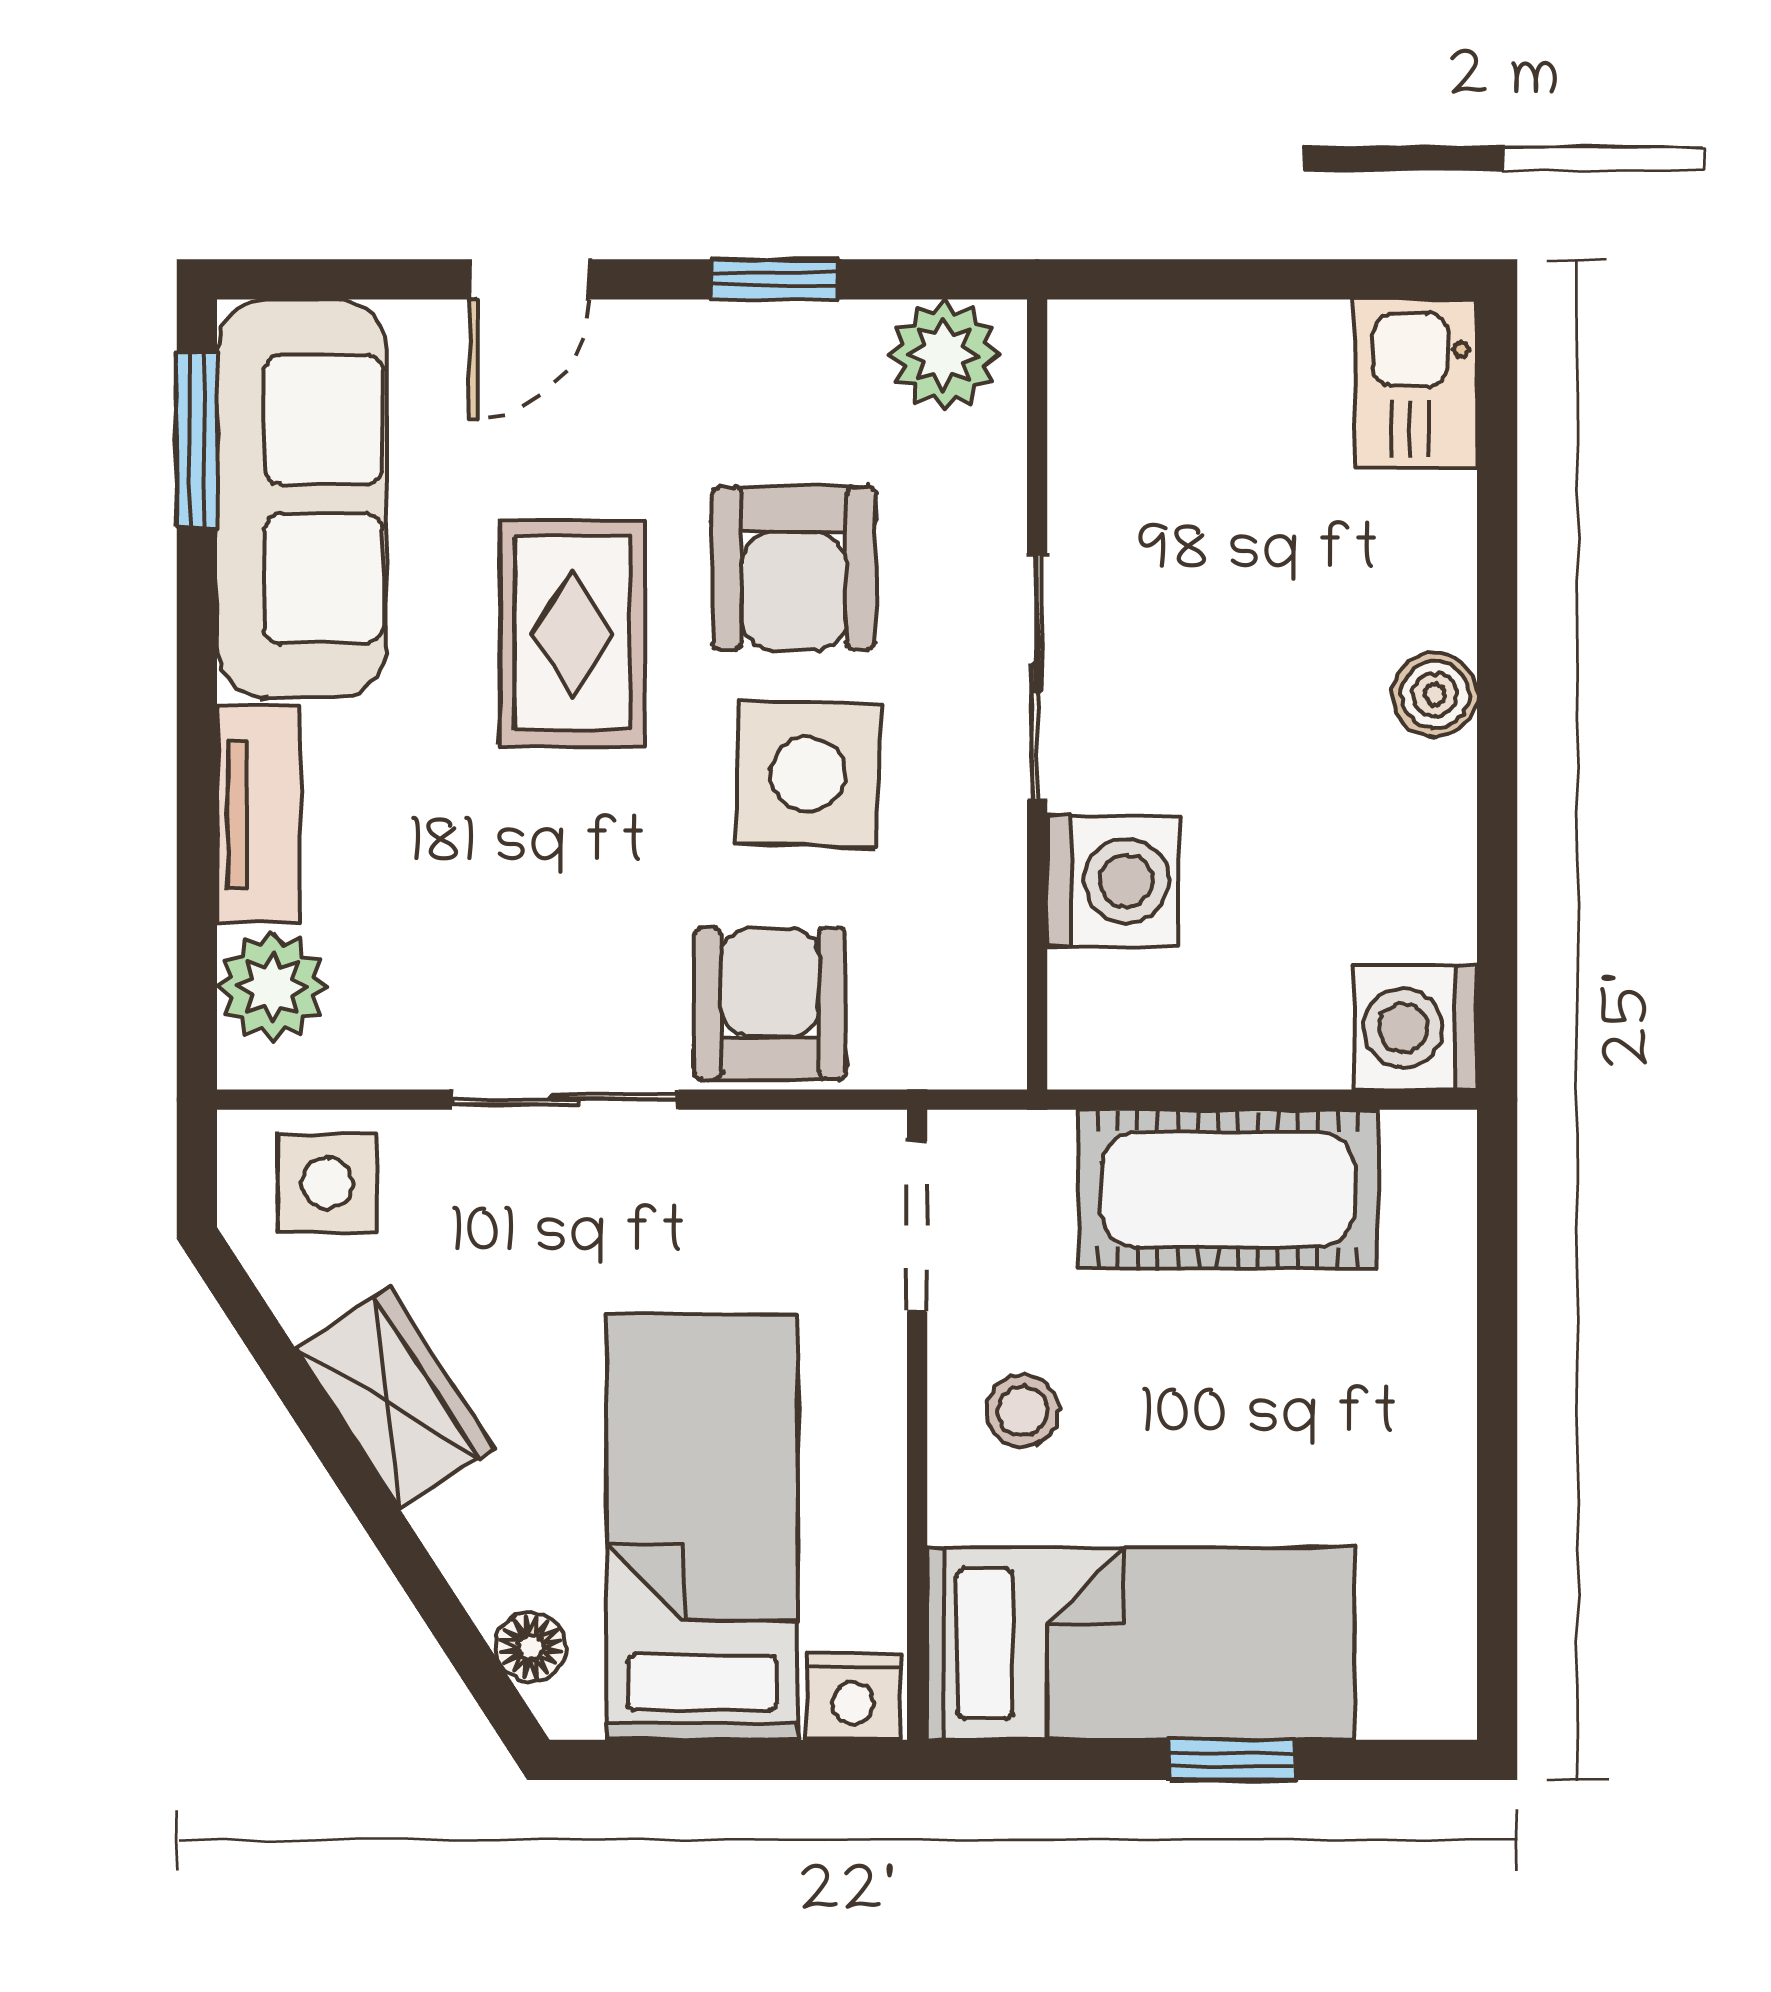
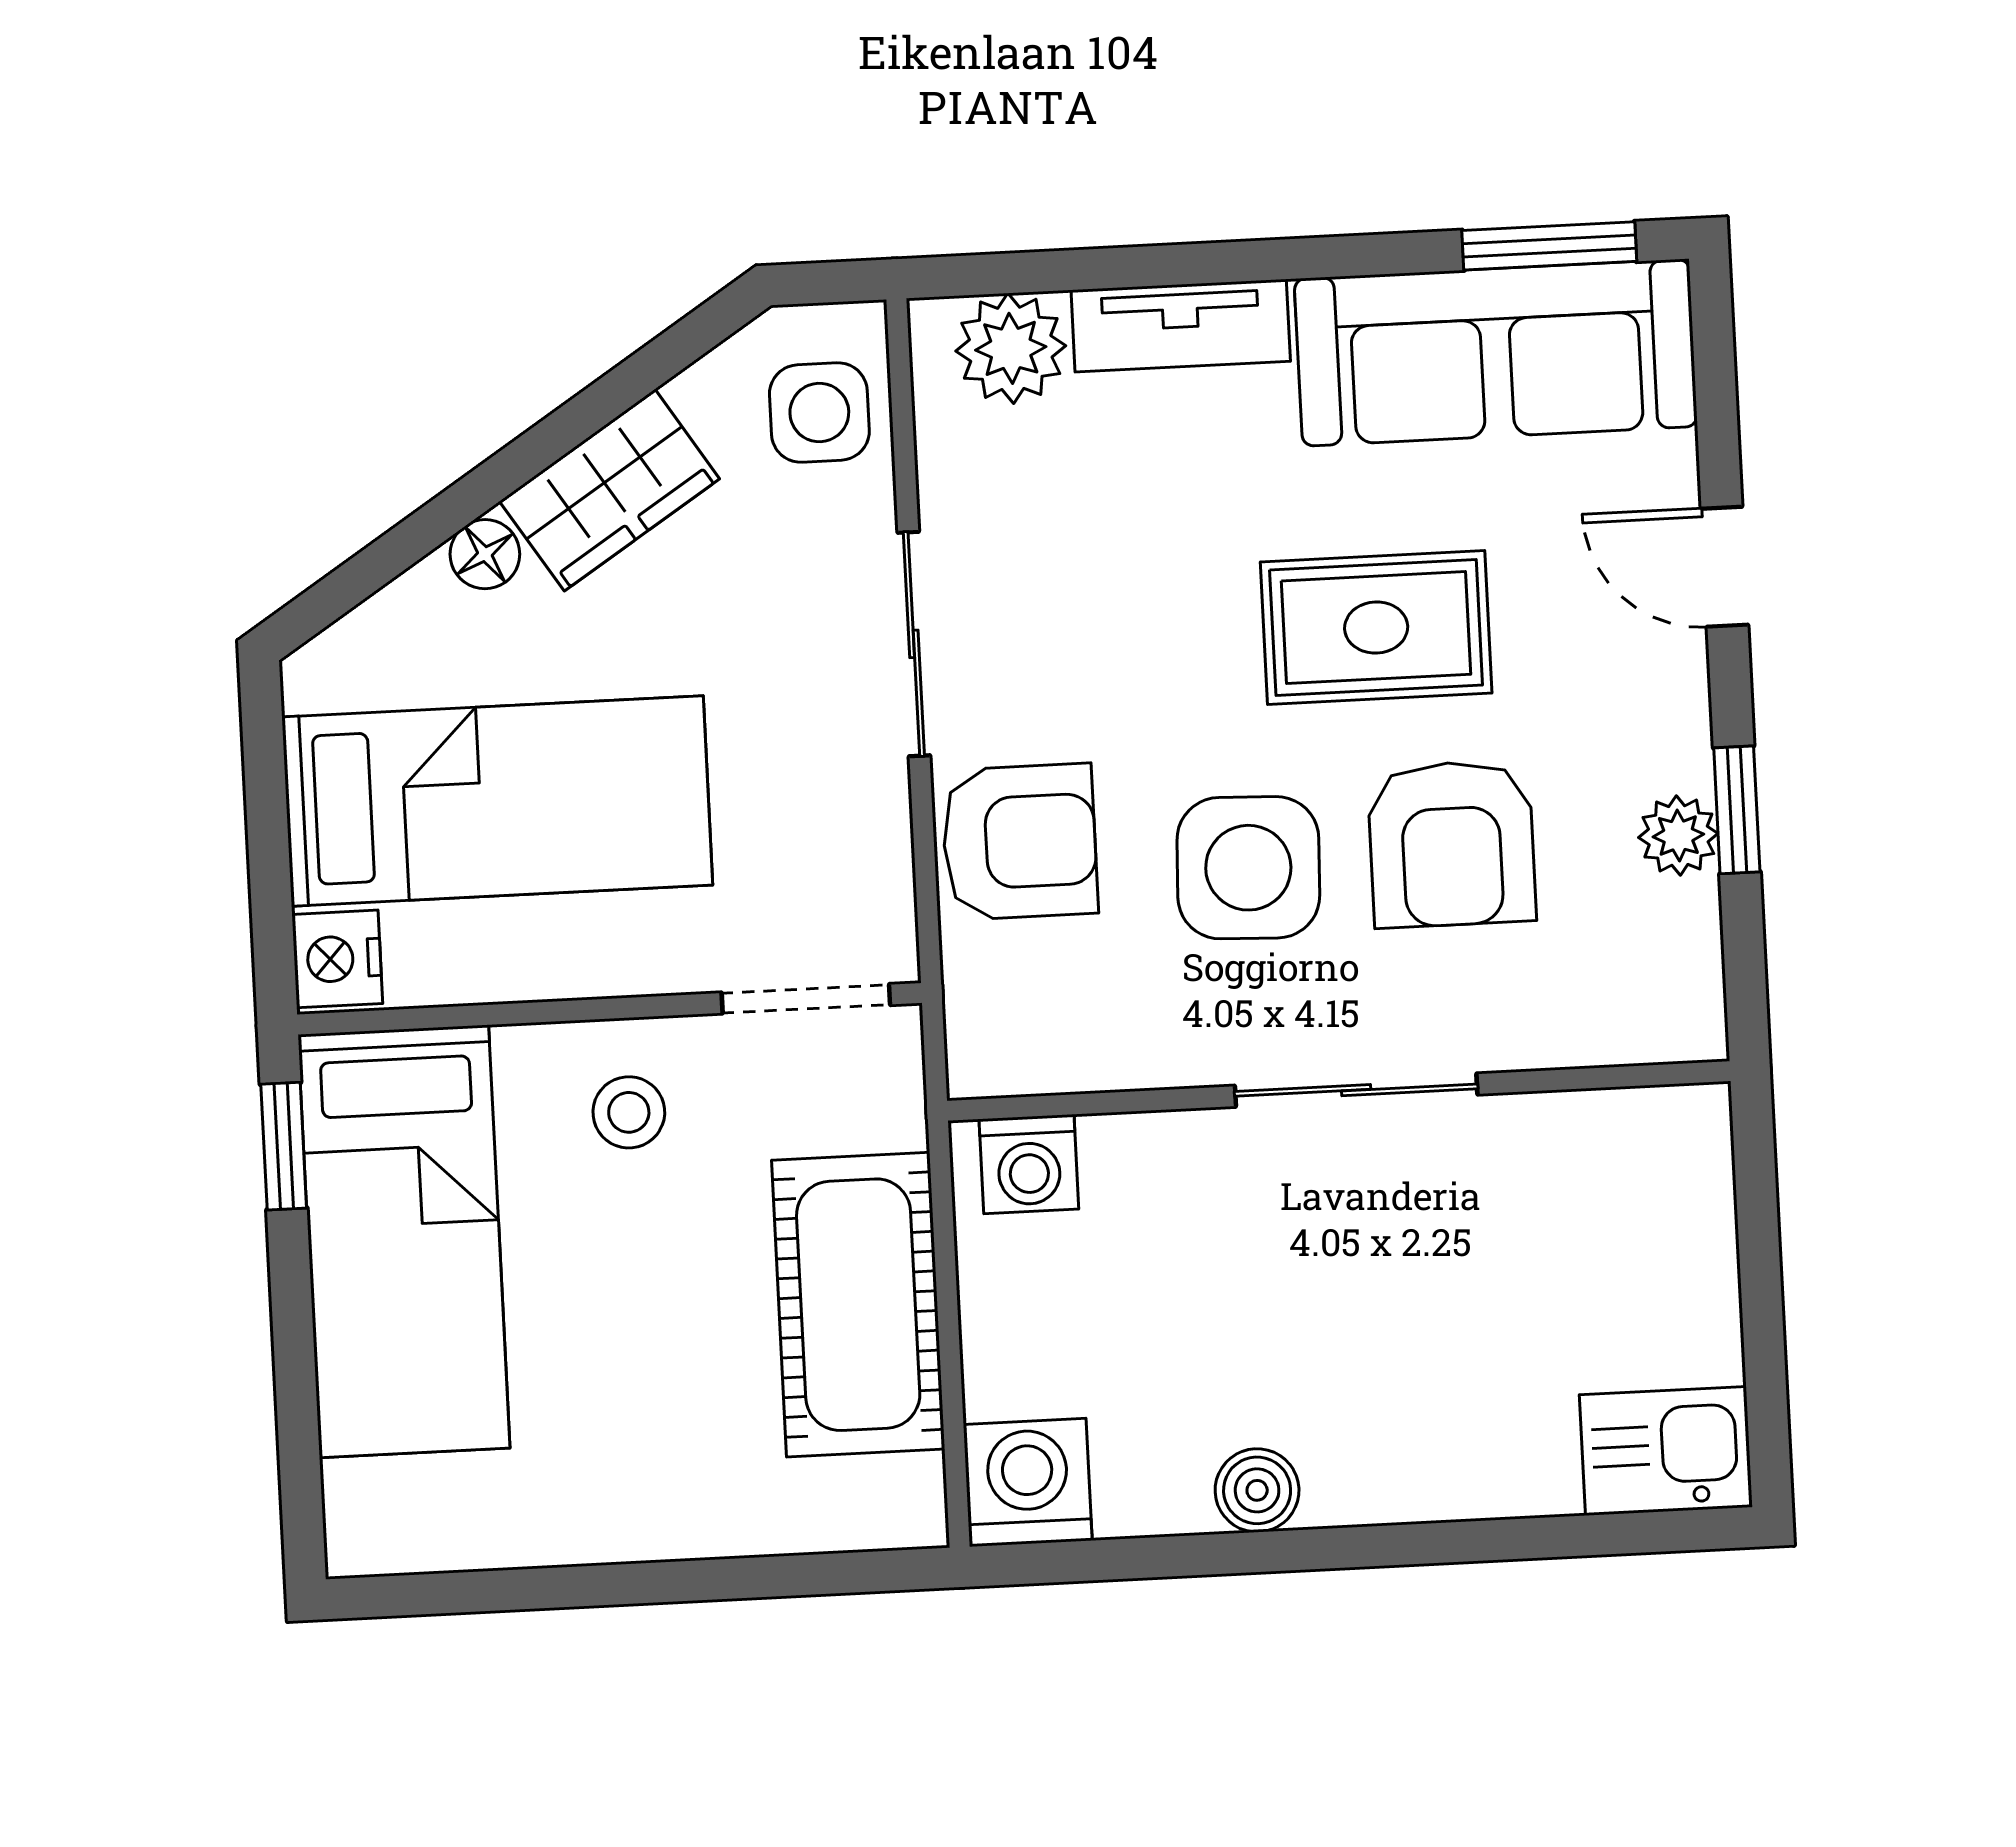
plant: (944, 355) -> (1678, 836), moved, width x0.73, depth x0.73
armchair: (794, 568) -> (1452, 844), turned -90
boiler: (1435, 695) -> (1257, 1490), moved
washing machine: (1113, 881) -> (1029, 1164), moved, width x0.73, depth x0.73
floor lamp: (531, 1647) -> (485, 554), moved
window: (1232, 1760) -> (284, 1146), moved

